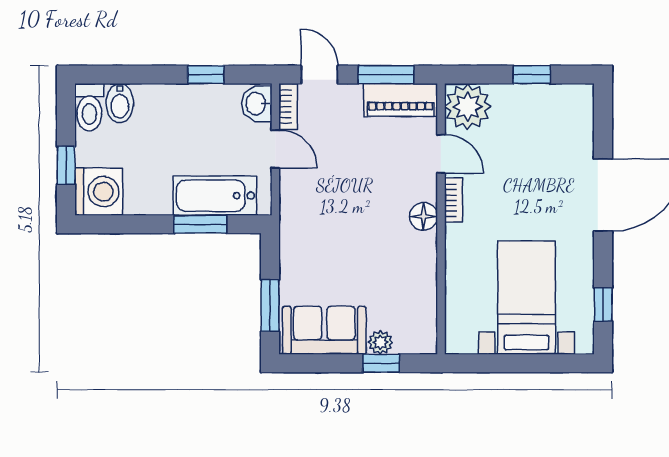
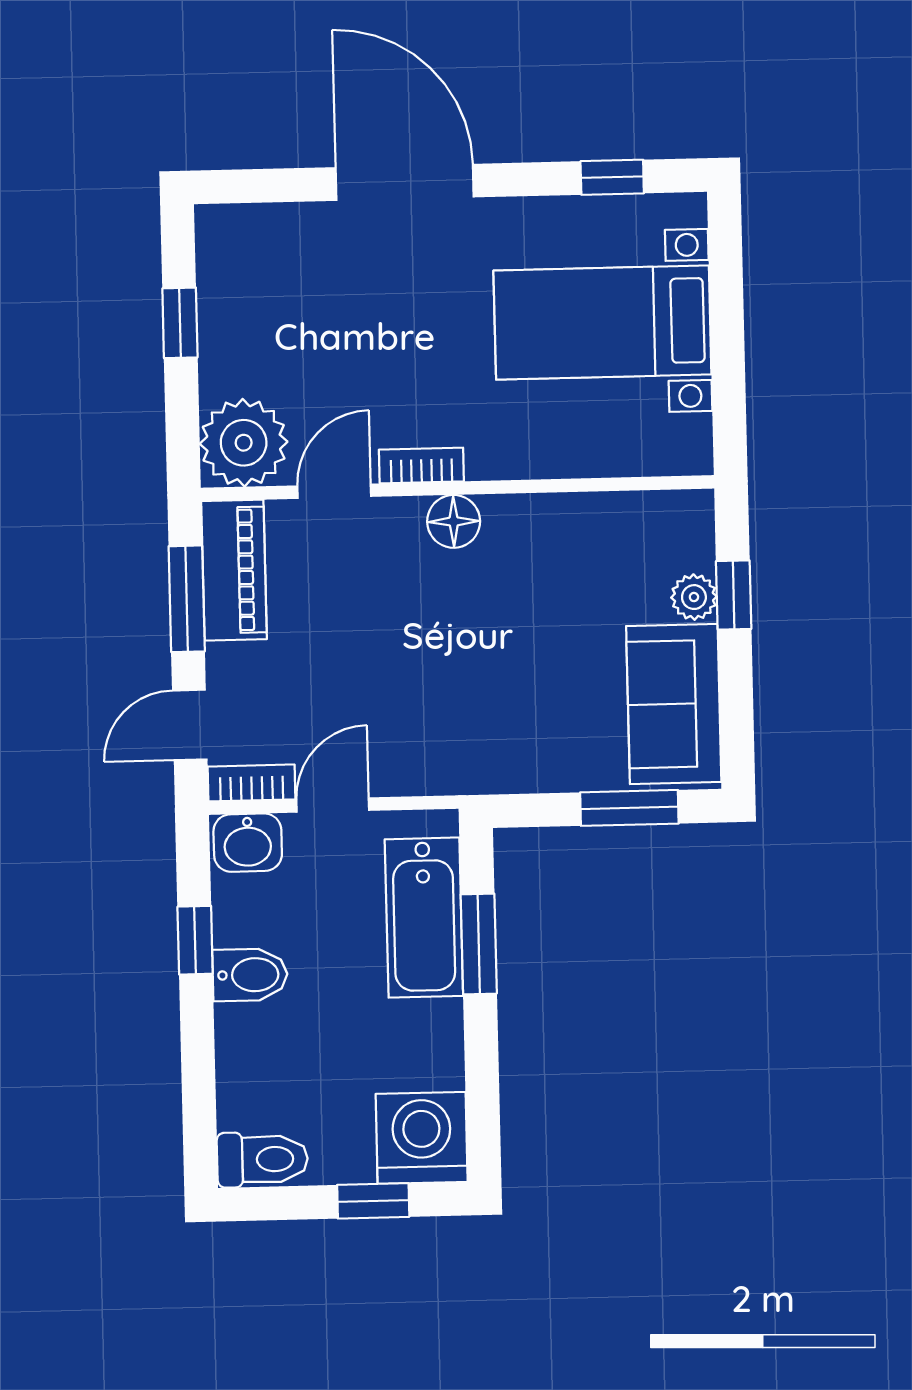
bidet: (120, 103) -> (250, 975), moved

